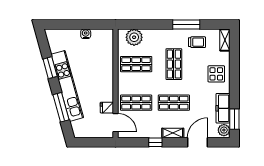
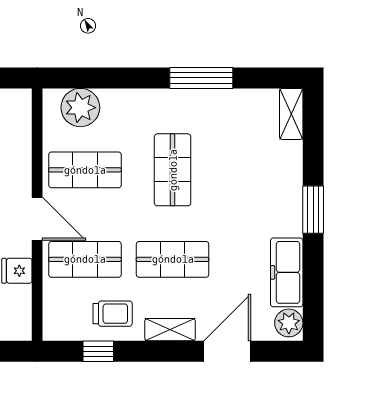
trolley: (197, 42) -> (113, 314), moved
display table: (216, 74) -> (271, 193), removed
window: (234, 119) -> (313, 210), moved
door: (116, 123) -> (37, 219), moved
window: (155, 142) -> (98, 351), moved

